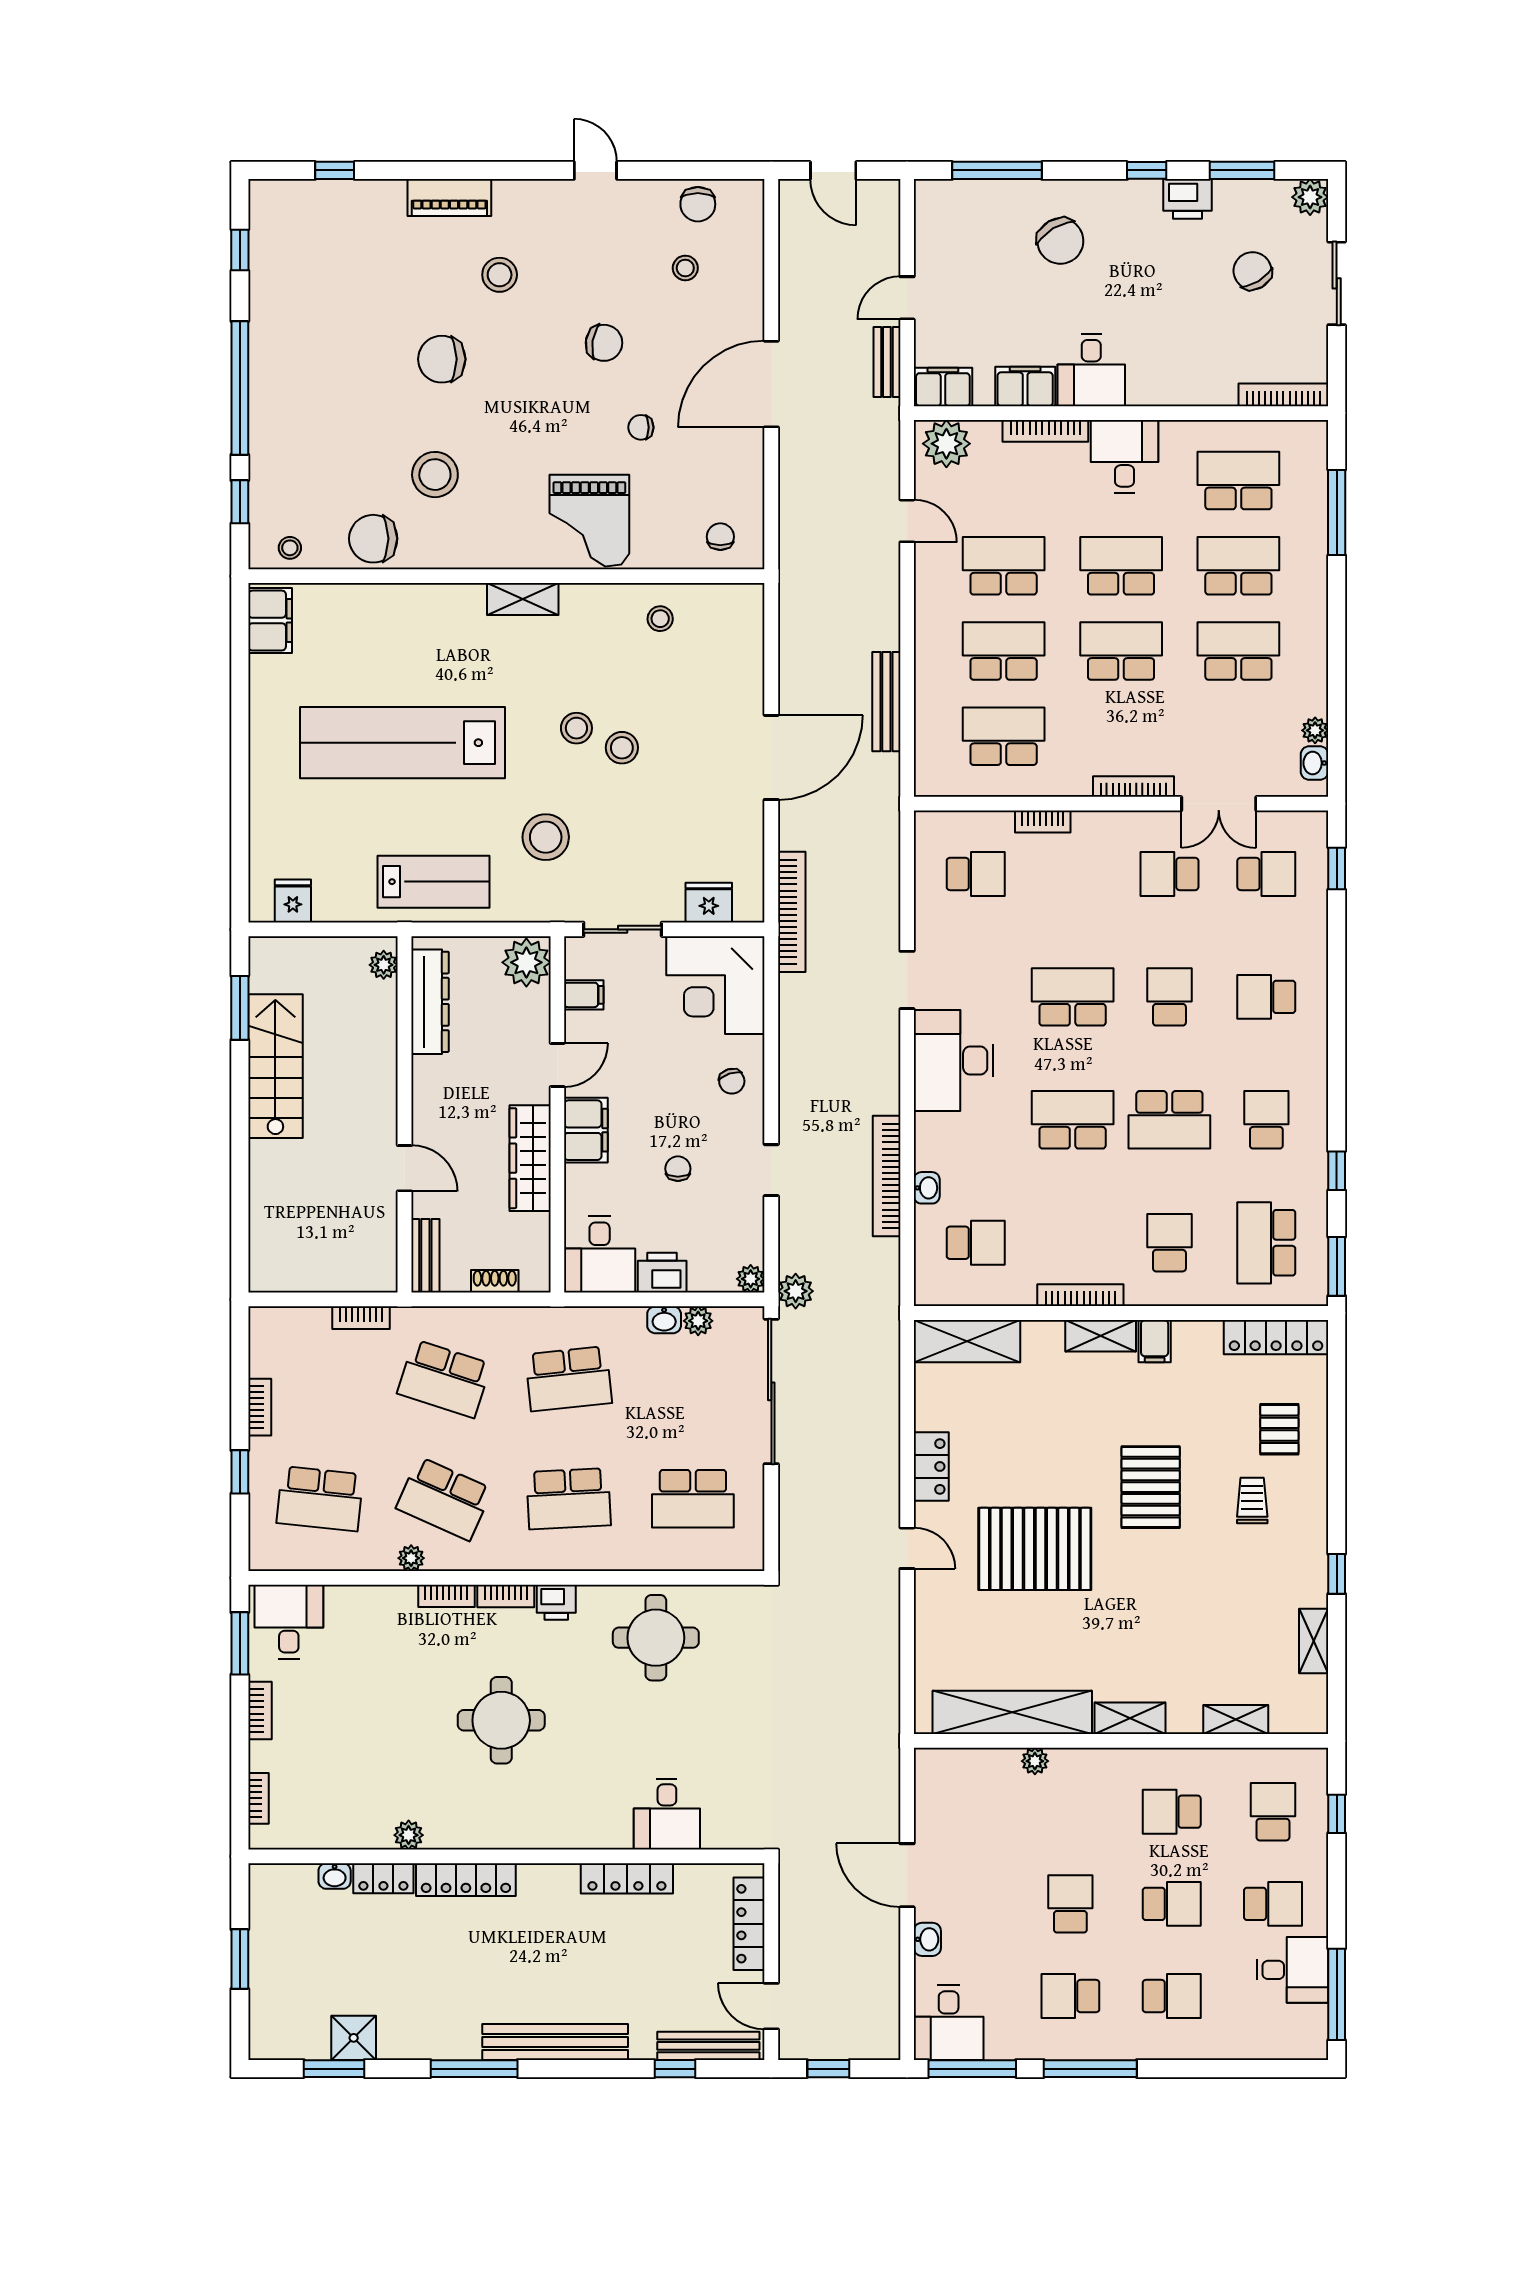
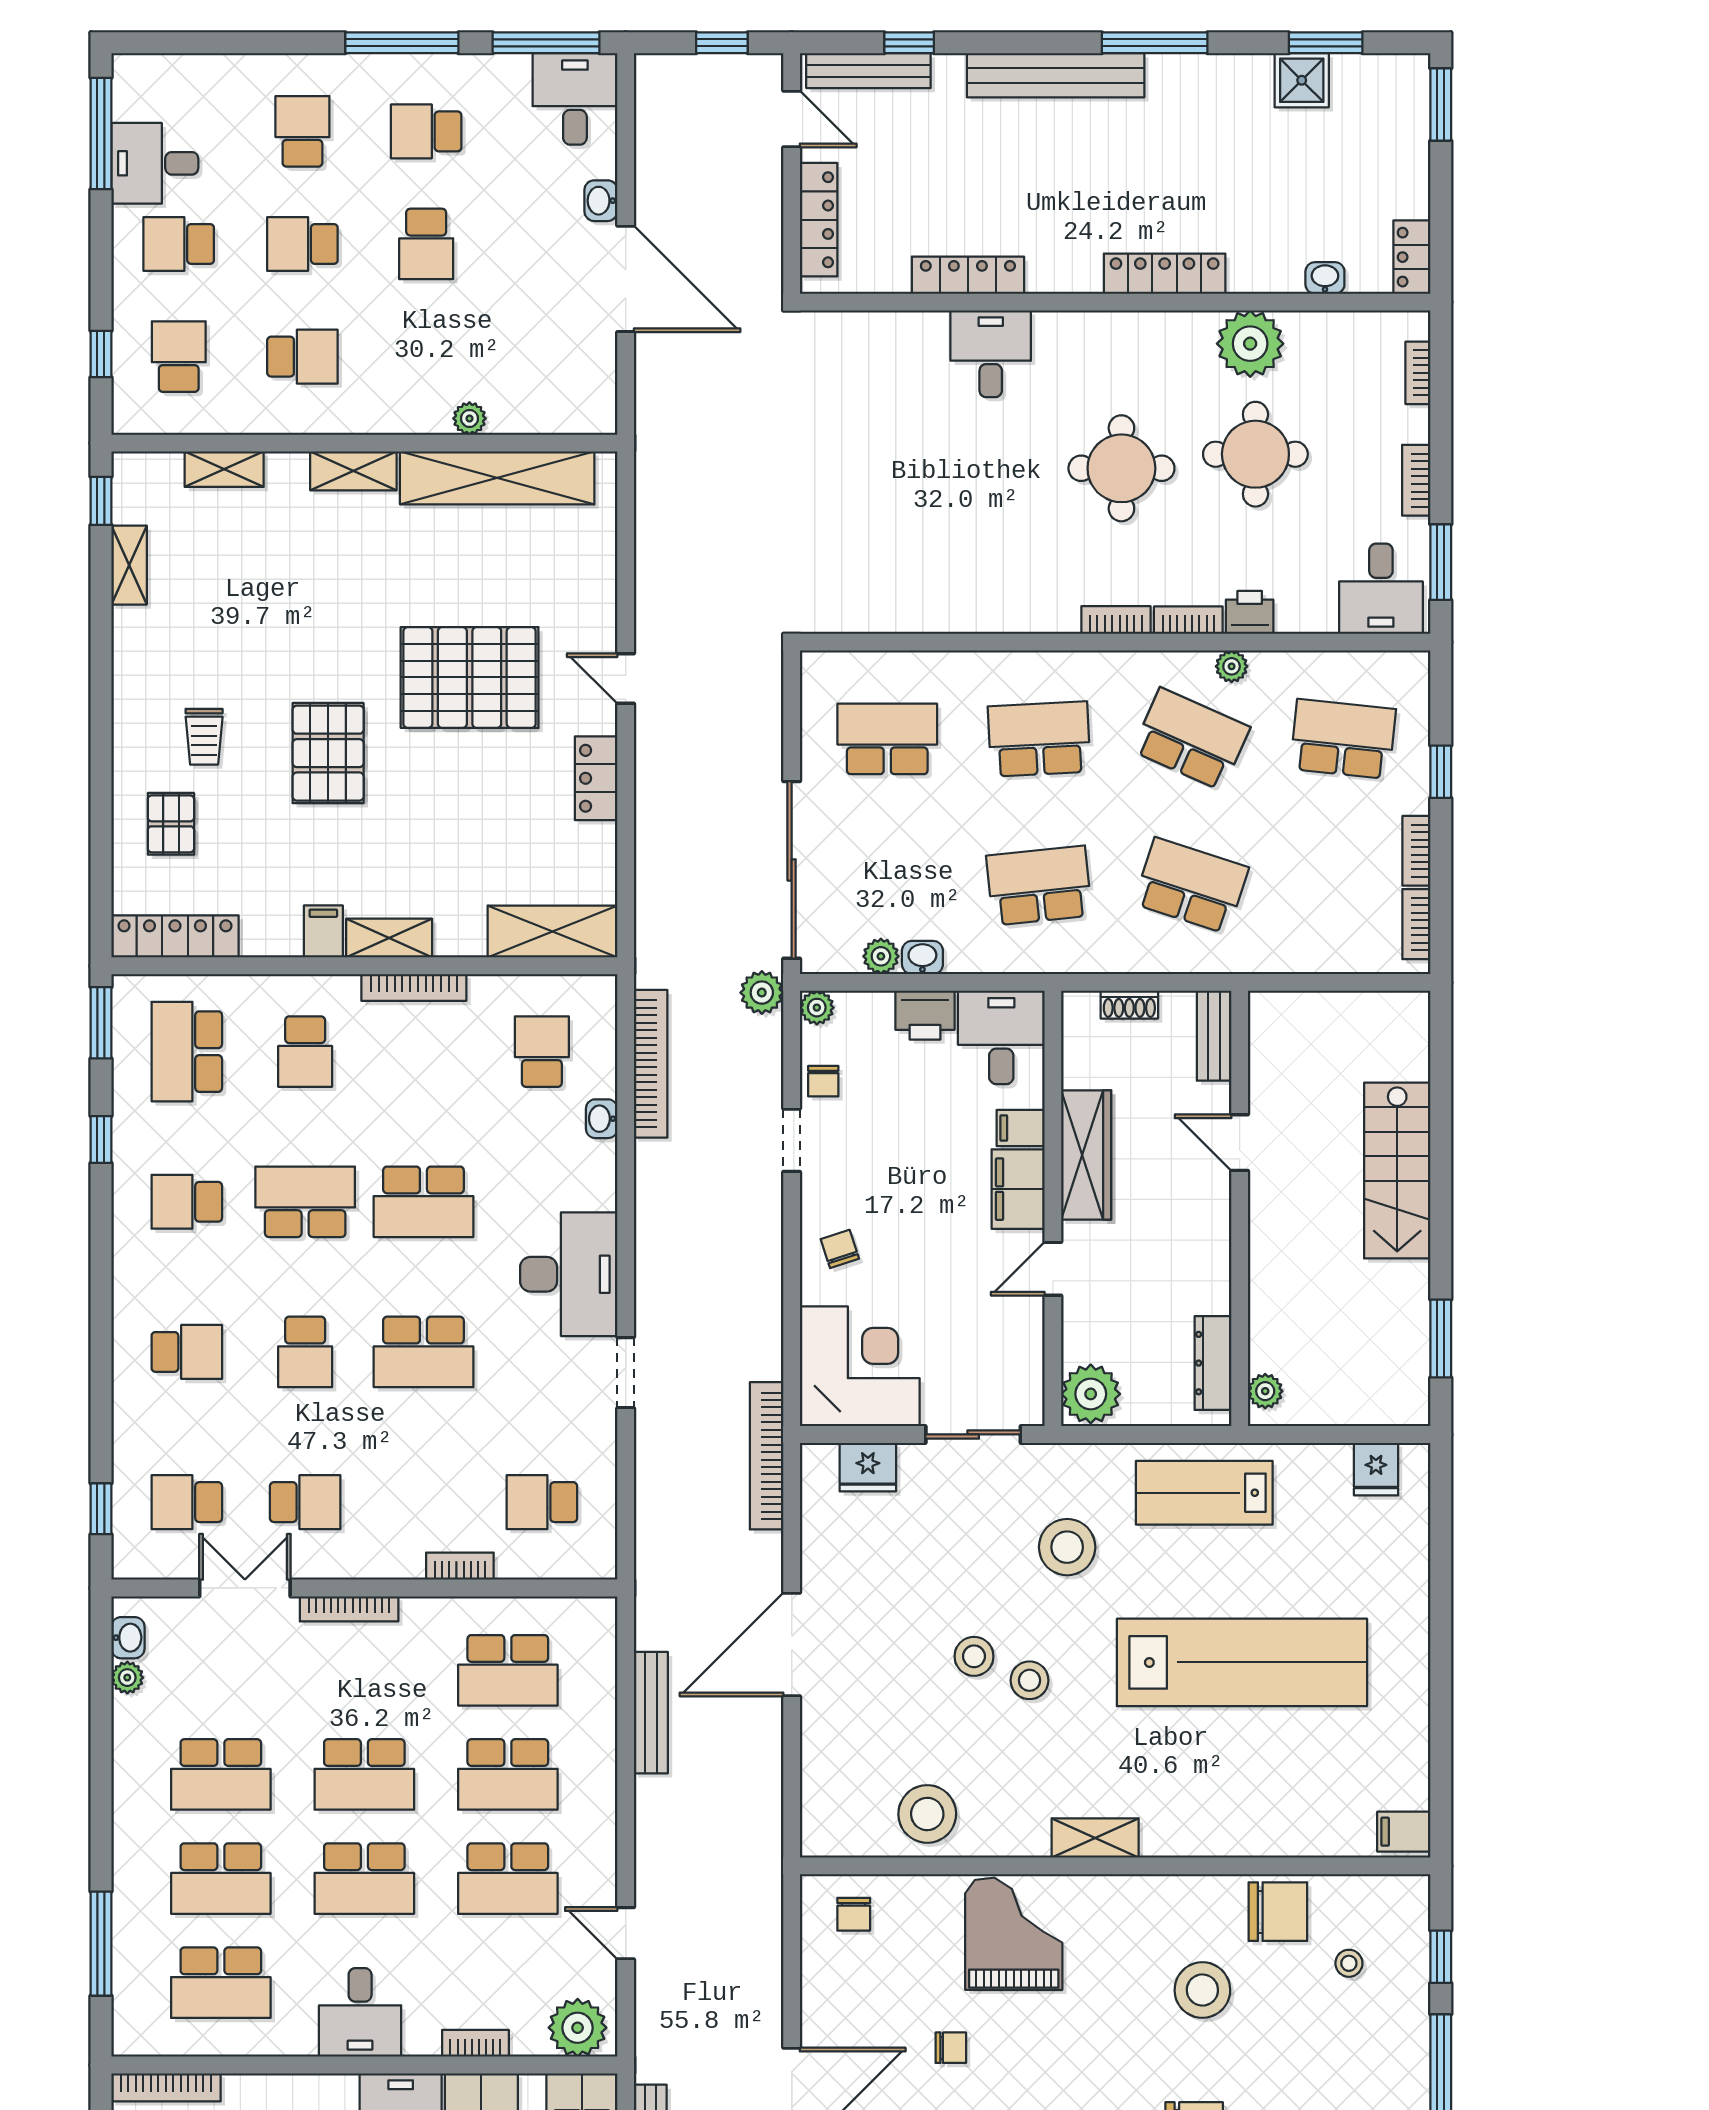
bookcase: (1045, 431) -> (475, 2043), width x0.64
stool: (290, 548) -> (1349, 1963), moved
stool: (660, 619) -> (927, 1814), width x1.89, depth x1.89
filing cabinet: (270, 621) -> (1404, 1832), width x0.50
filing cabinet: (584, 995) -> (1021, 1128), moved
dresser: (430, 1002) -> (1213, 1363), width x0.73, depth x0.80
stairs: (275, 1066) -> (1397, 1171), moved
school desk: (1266, 1120) -> (187, 1202), turned 90
chair: (678, 1169) -> (823, 1081), moved
bookcase: (887, 1176) -> (651, 1064), moved
school desk: (976, 1243) -> (542, 1052), turned 90
school desk: (1266, 1243) -> (187, 1052), turned 180
bookcase: (361, 1318) -> (1416, 924), moved, turned -90
window: (1337, 1574) -> (101, 501), moved
printer: (556, 1602) -> (1250, 612), moved
round table: (656, 1638) -> (1255, 454), moved
school desk: (1273, 1812) -> (179, 357), turned 180
desk: (667, 1814) -> (991, 354), moved
plant: (409, 1835) -> (1250, 344), width x1.87, depth x1.87
door: (907, 1875) -> (626, 279), width x1.36
locker: (383, 1878) -> (1412, 257), moved, turned -90
window: (240, 1959) -> (1441, 105), moved
school desk: (1070, 1996) -> (426, 131), turned 180
school desk: (1172, 1996) -> (302, 131), turned 90

